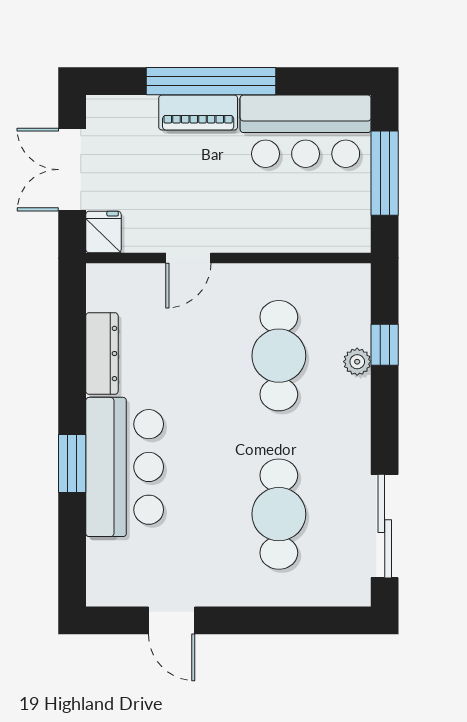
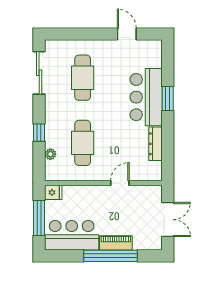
fridge: (103, 232) -> (53, 192), moved, turned -90
window: (385, 345) -> (39, 133), moved
plant: (357, 362) -> (50, 154), moved

